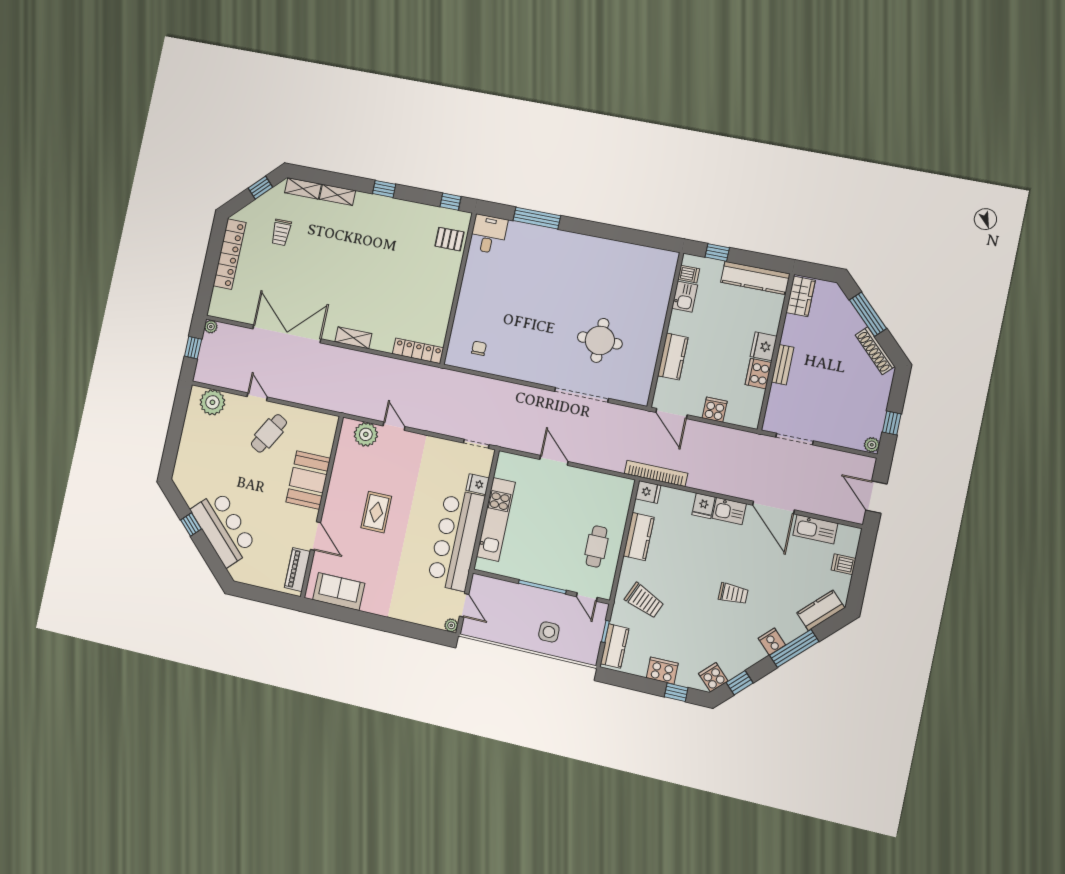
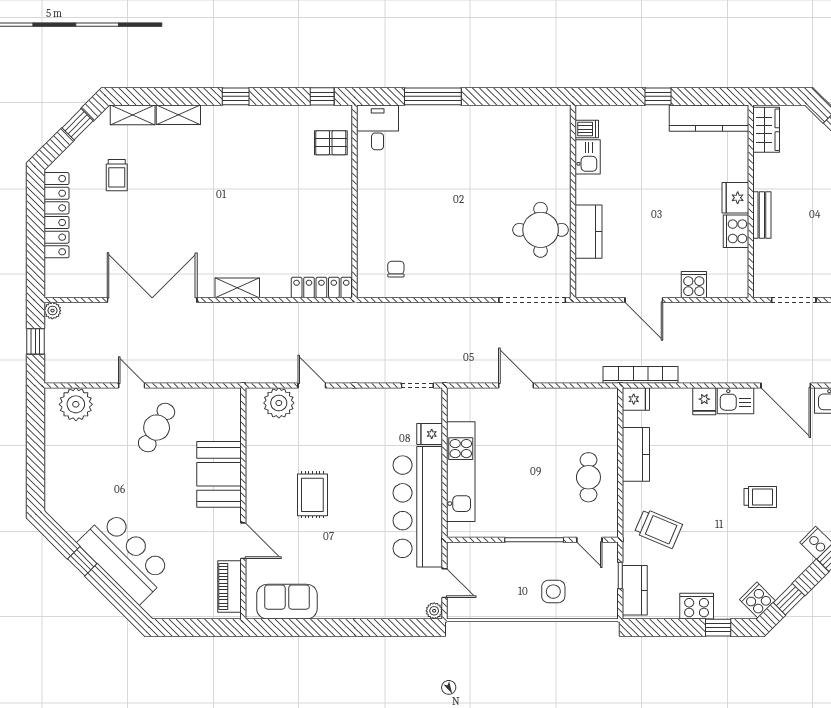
dishwasher: (689, 274) -> (587, 129), moved
kitchen sink: (685, 297) -> (588, 157), moved
wall: (665, 330) -> (573, 201), moved
kitchen counter: (673, 357) -> (589, 232), moved

